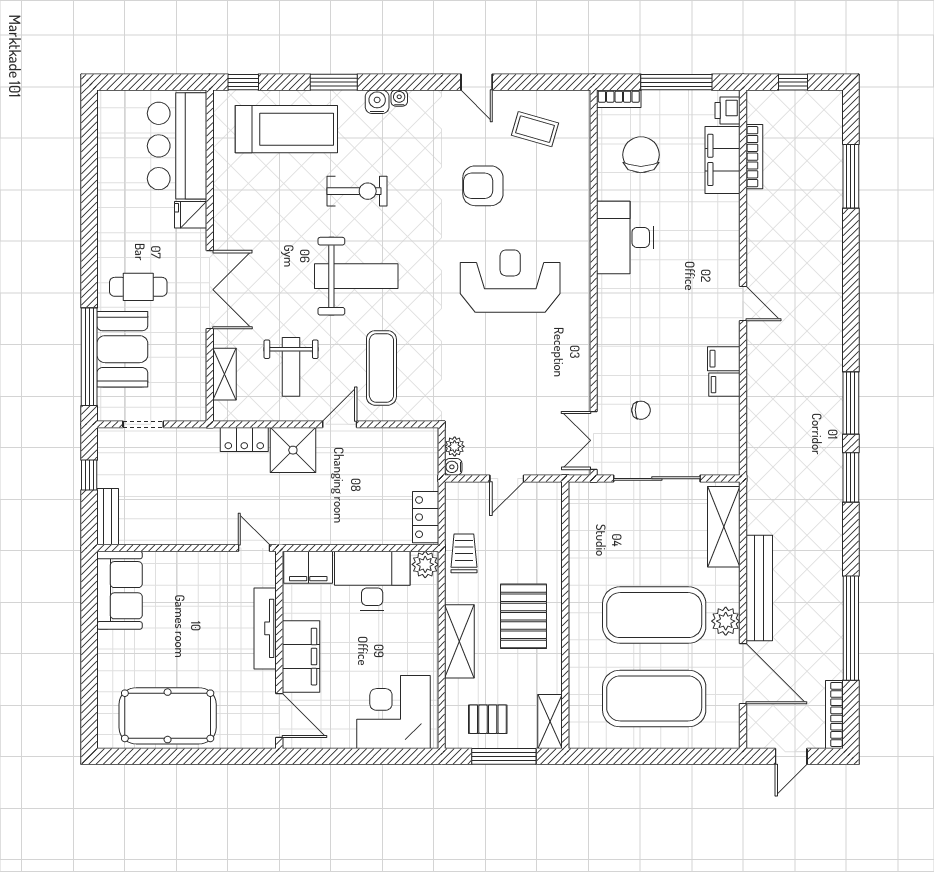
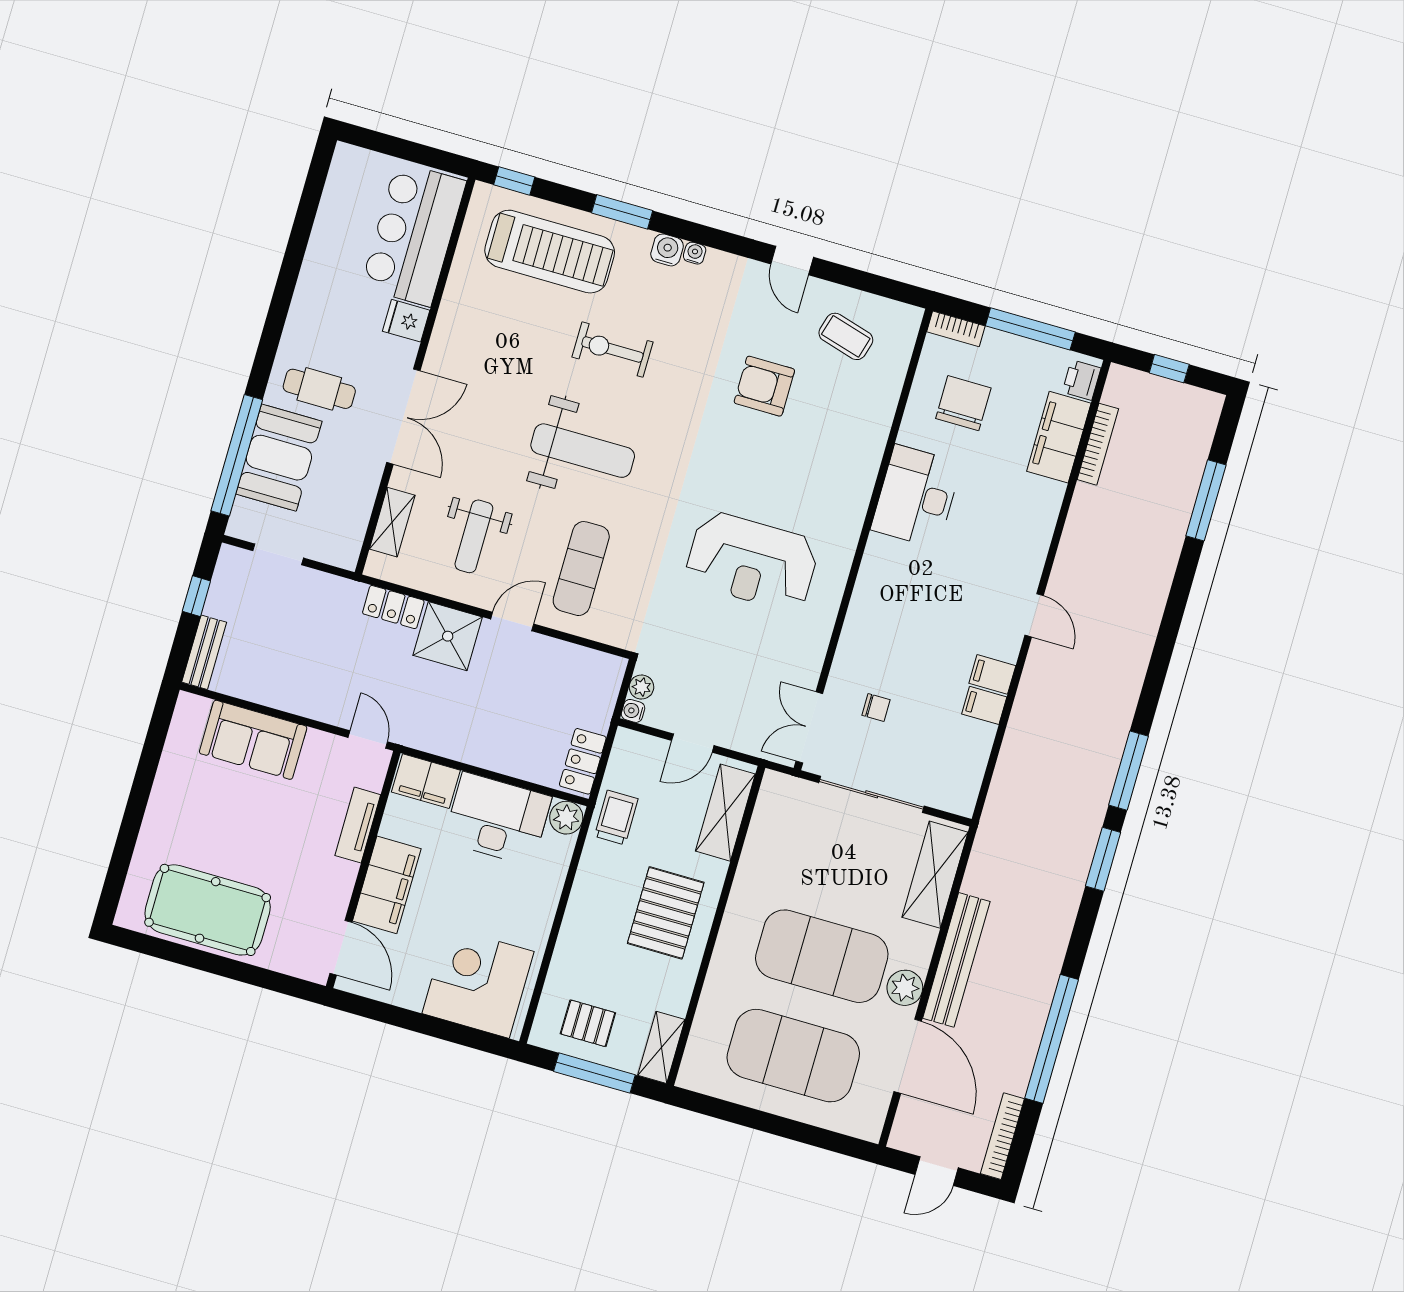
exercise bike: (357, 191) -> (612, 349), turned 180
reception desk: (510, 281) -> (752, 562), moved, turned 180
sofa: (119, 590) -> (253, 740), moved, turned 90
tv unit: (265, 628) -> (358, 825), width x0.71
shelving: (459, 641) -> (725, 813), moved

